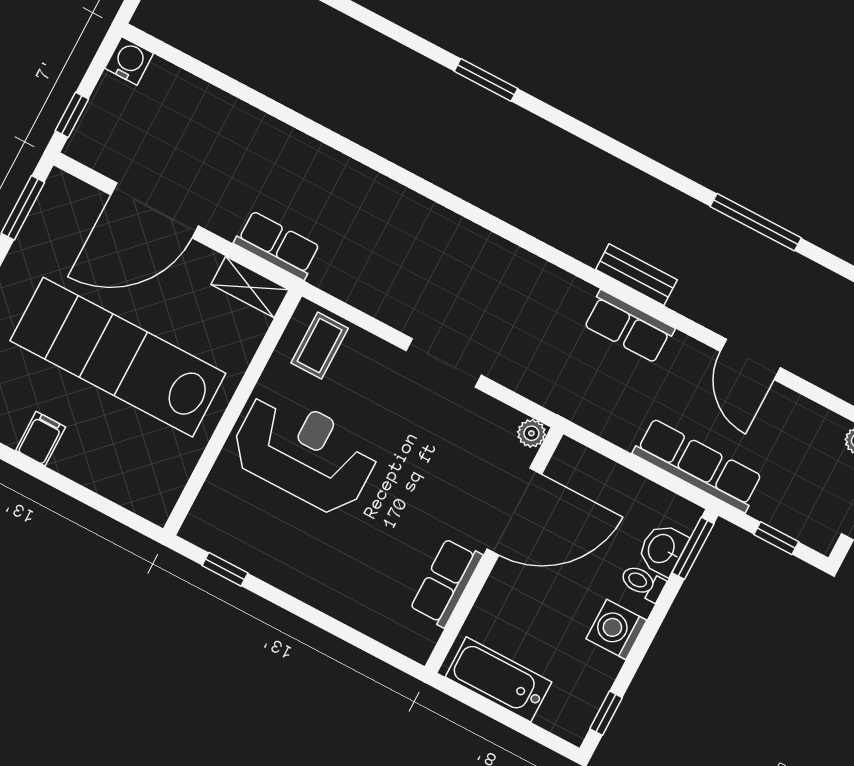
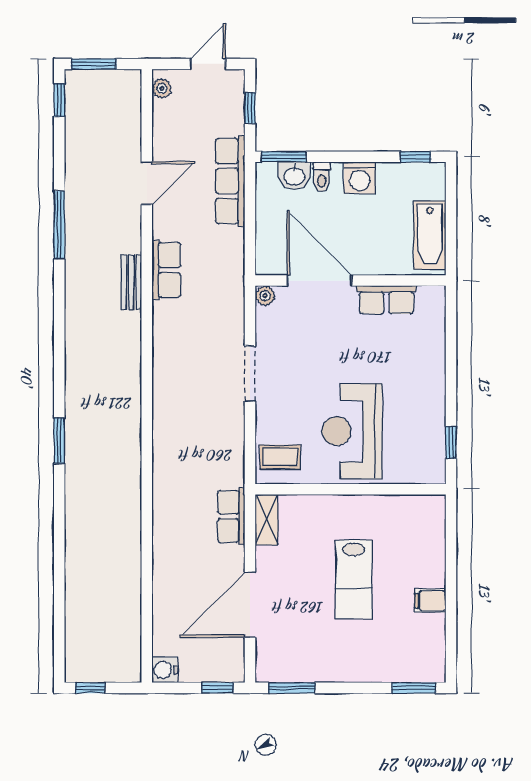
door: (155, 210) -> (250, 605), swing flipped
lab bench: (118, 357) -> (354, 579), width x0.54, depth x0.72

